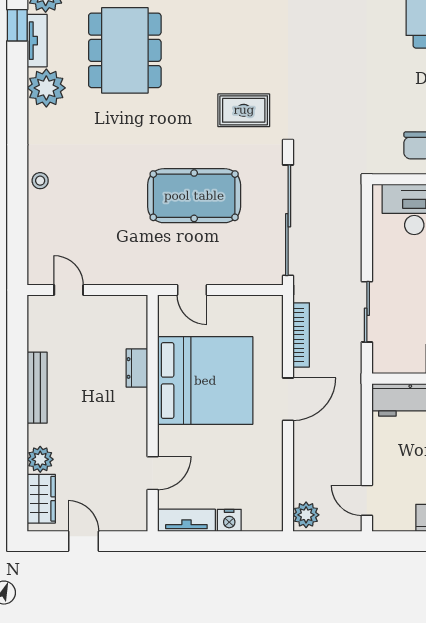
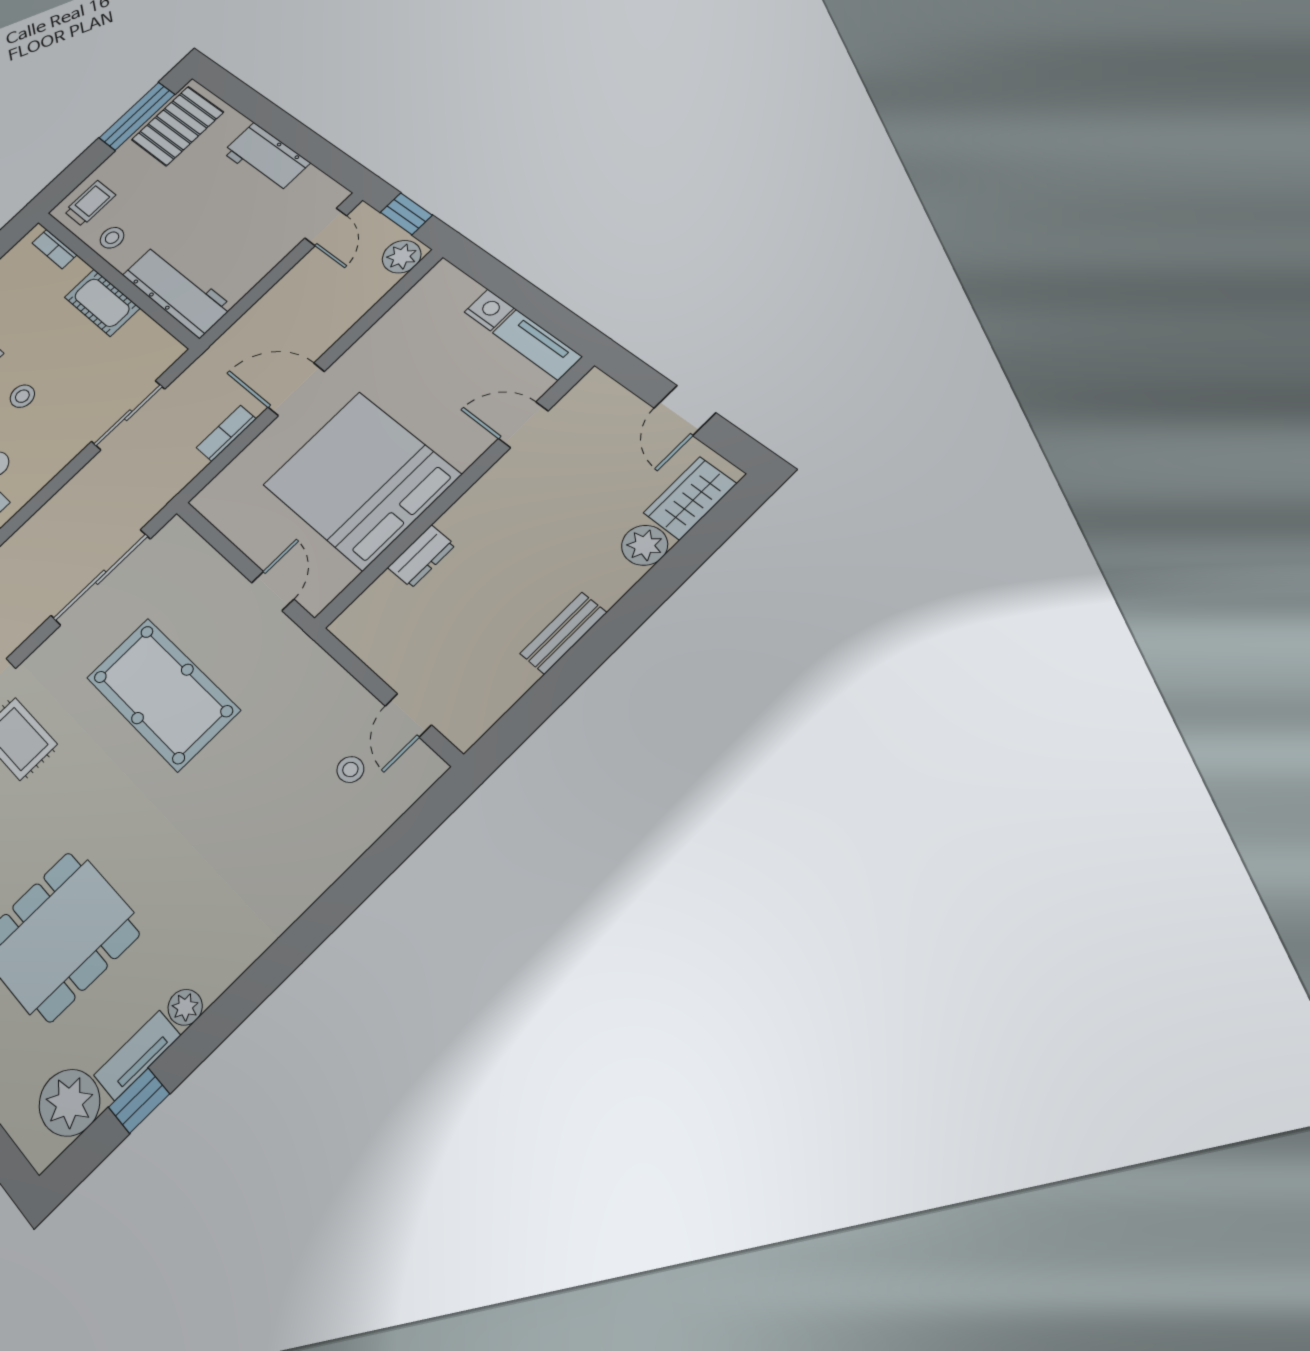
plant: (46, 88) -> (185, 1007), width x0.53, depth x0.53
stool: (40, 181) -> (350, 769), moved
sliding door: (288, 220) -> (101, 577), width x0.73
bookcase: (301, 335) -> (226, 433), width x0.64
bench: (37, 388) -> (563, 633), width x0.73
window: (329, 541) -> (406, 214), added

